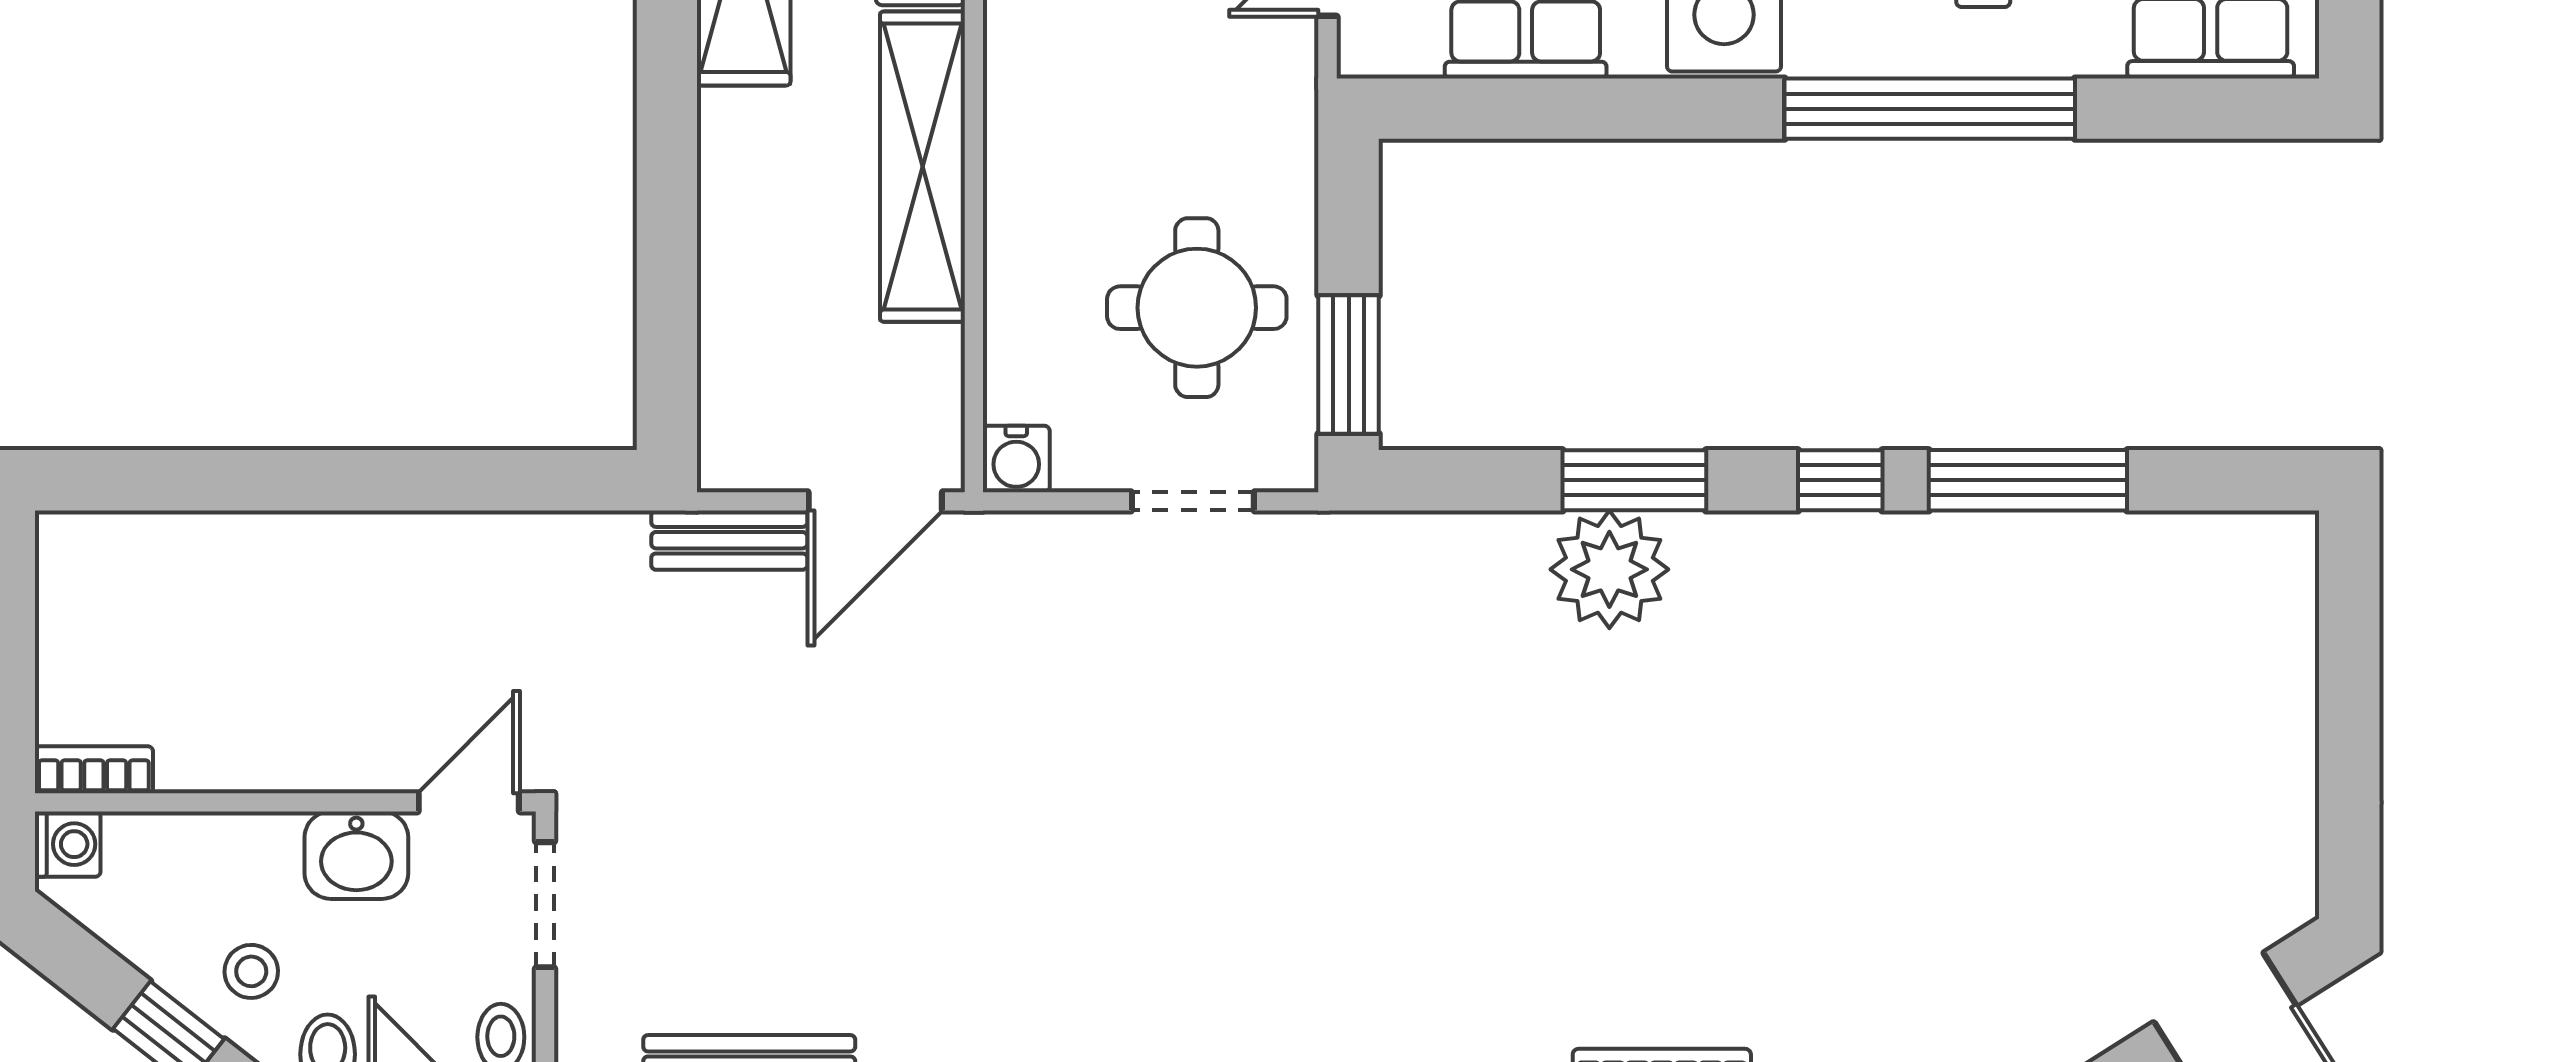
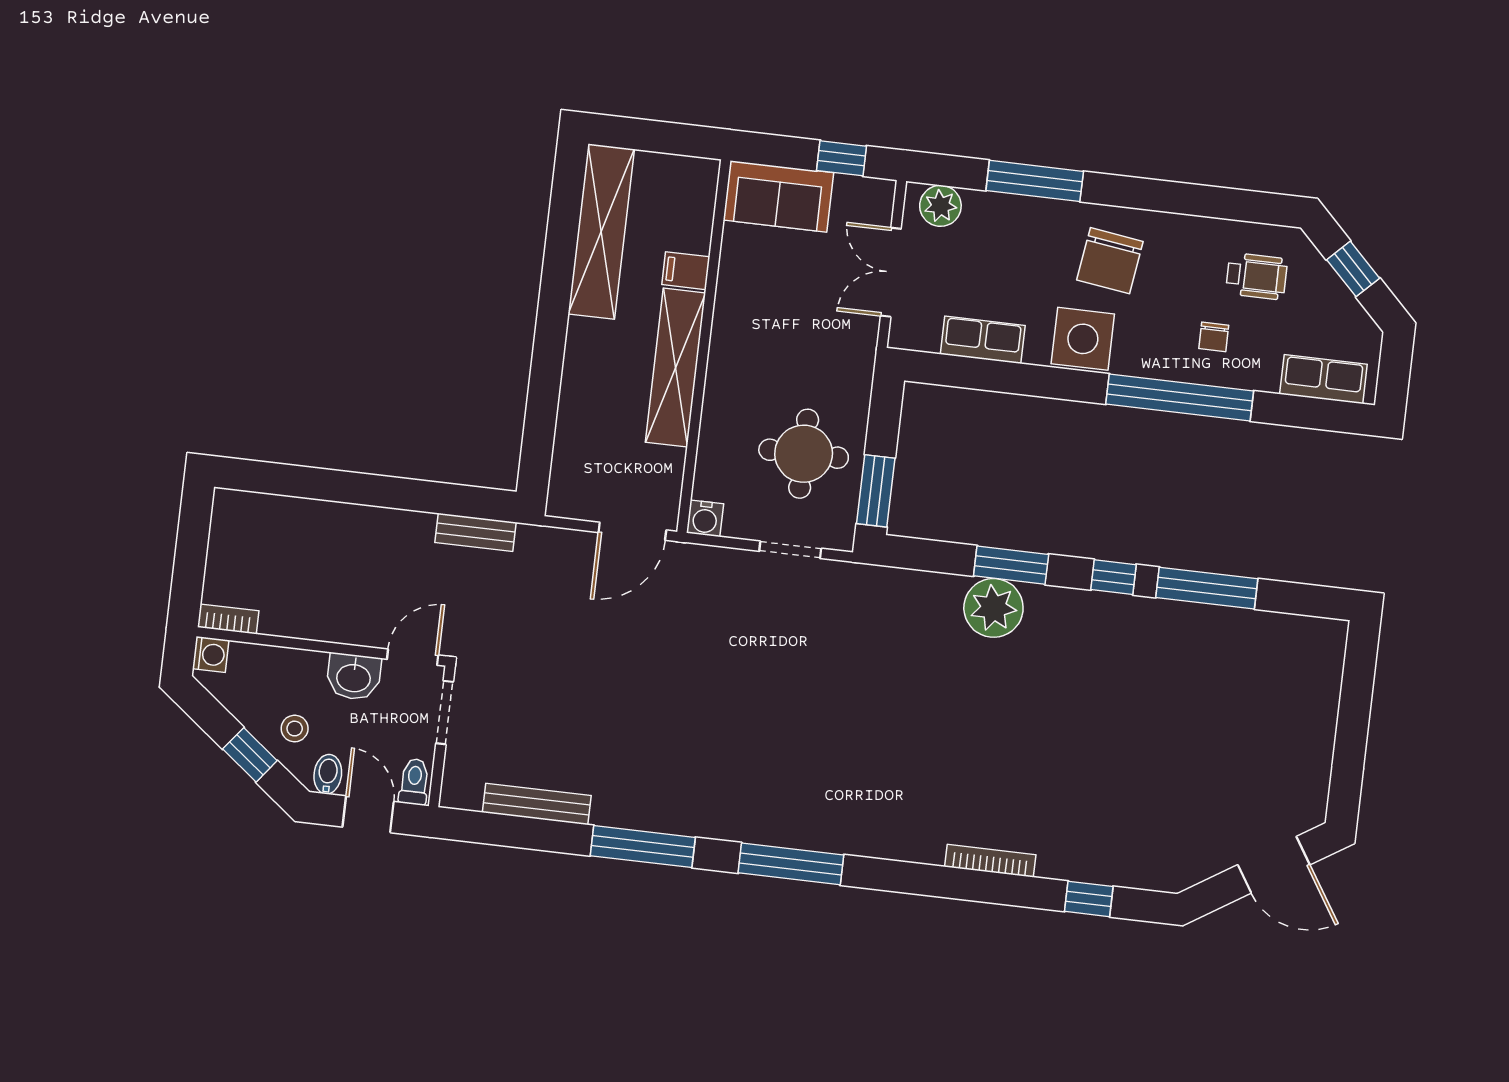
bench: (729, 540) -> (476, 532), moved

